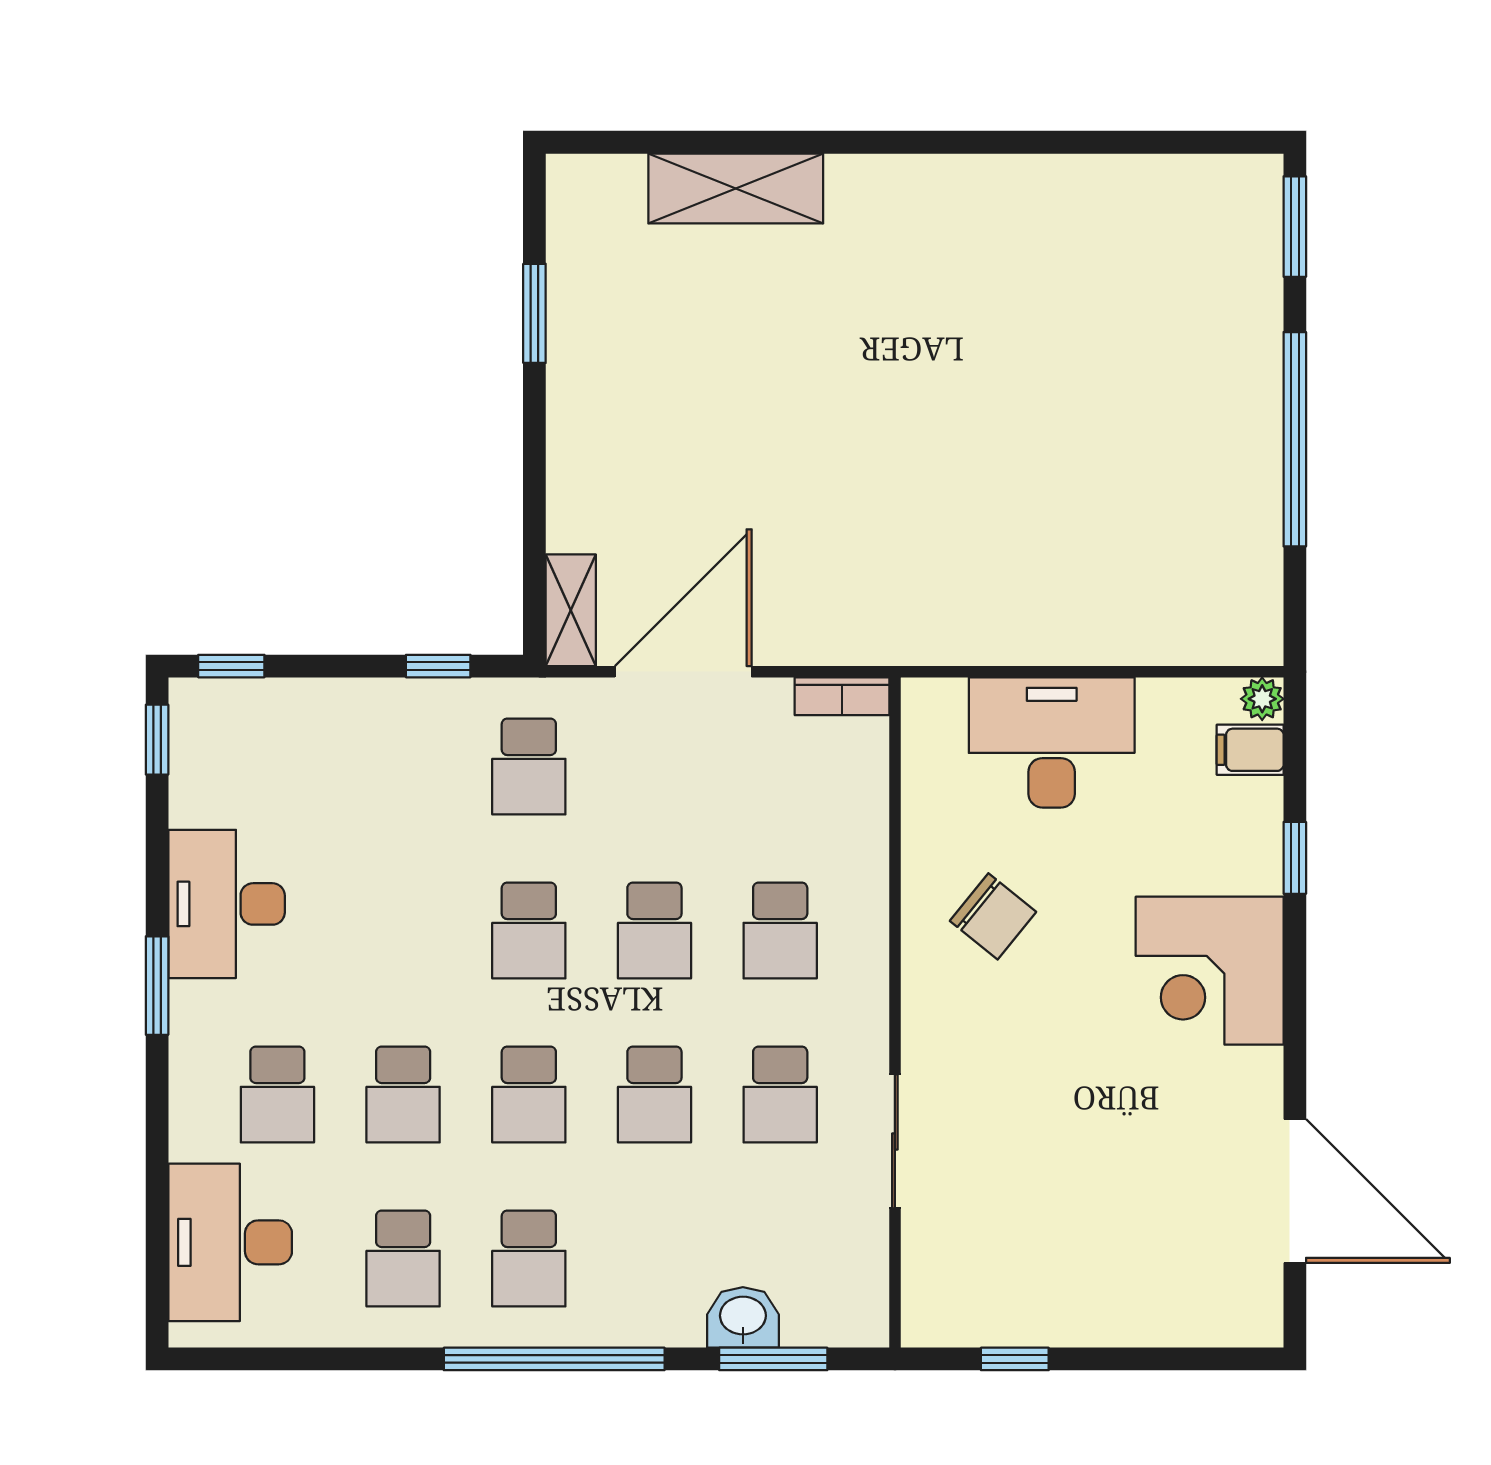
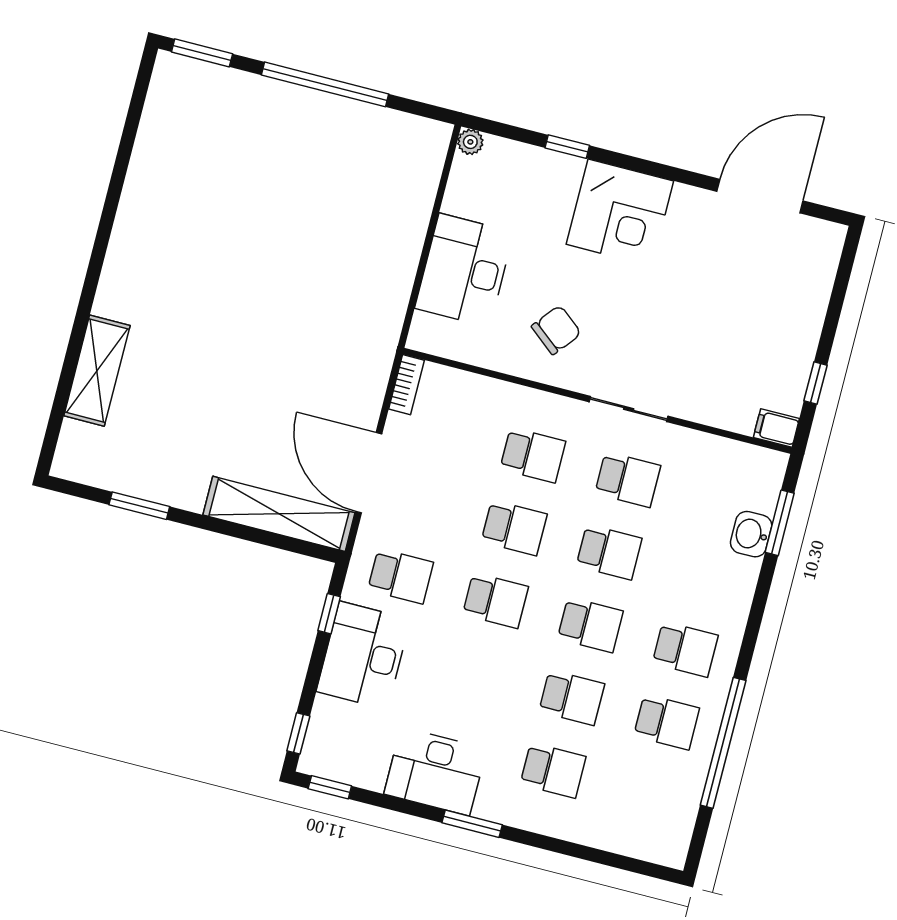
shelving: (571, 610) -> (279, 514), width x2.20, depth x1.33
filing cabinet: (1250, 750) -> (776, 428), moved, turned 90
sliding door: (895, 1141) -> (629, 409), moved
desk: (230, 1242) -> (363, 655), moved, turned 90
window: (554, 1359) -> (723, 743), moved

